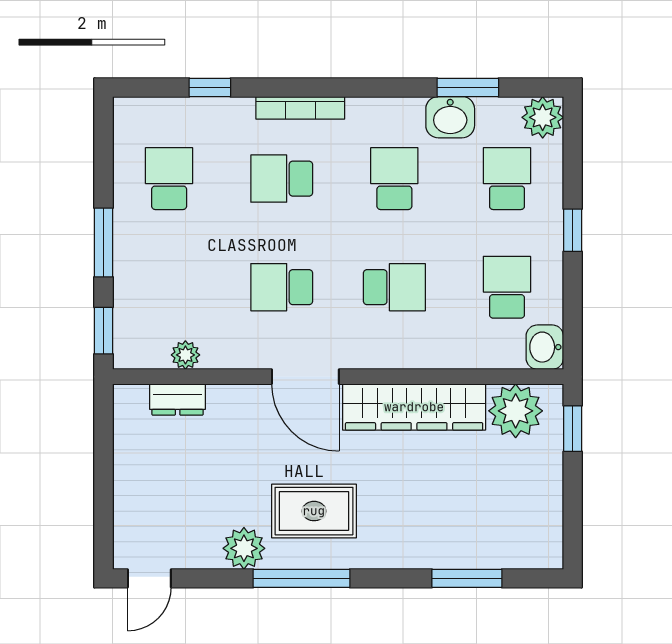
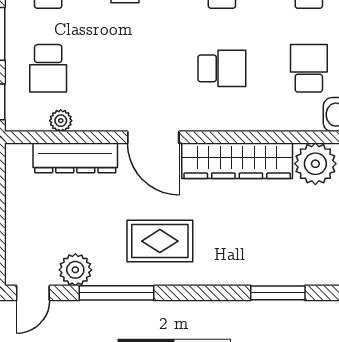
school desk: (282, 287) -> (48, 68), moved, turned -90
dresser: (178, 399) -> (75, 158), width x1.96, depth x1.24
plant: (244, 548) -> (75, 270), moved
window: (301, 578) -> (116, 293), moved

